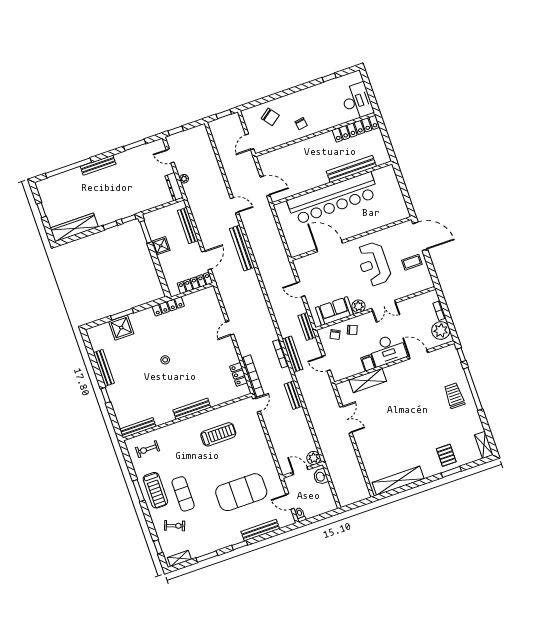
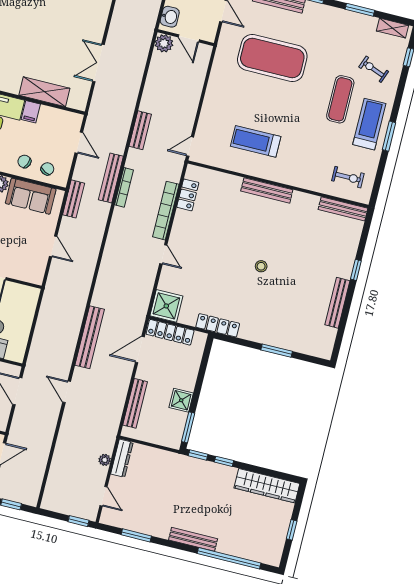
shower: (121, 328) -> (166, 306), moved
door: (230, 328) -> (163, 254), hinge flipped
bookcase: (253, 376) -> (166, 211), moved

